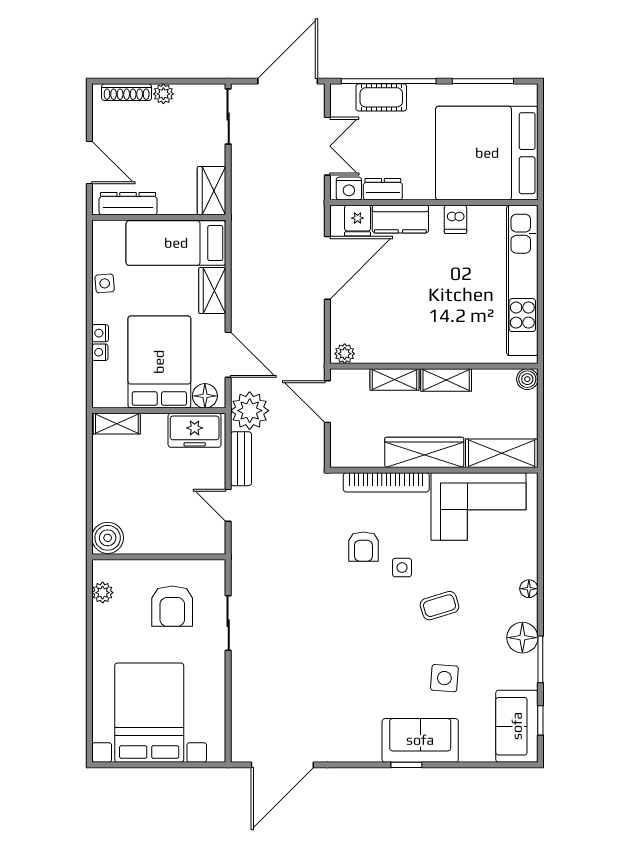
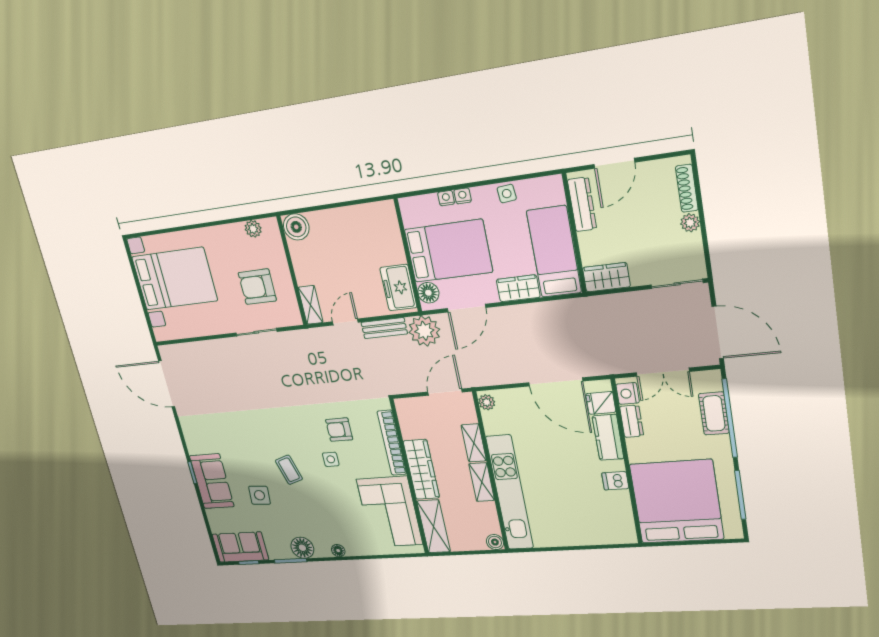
kitchen unit: (522, 280) -> (510, 493), moved, turned 90
shelving: (117, 424) -> (311, 305), moved
coffee table: (439, 606) -> (289, 470), moved

